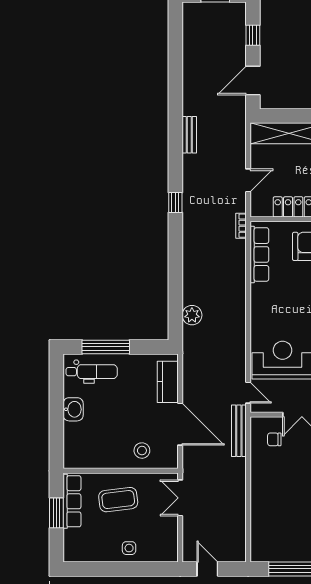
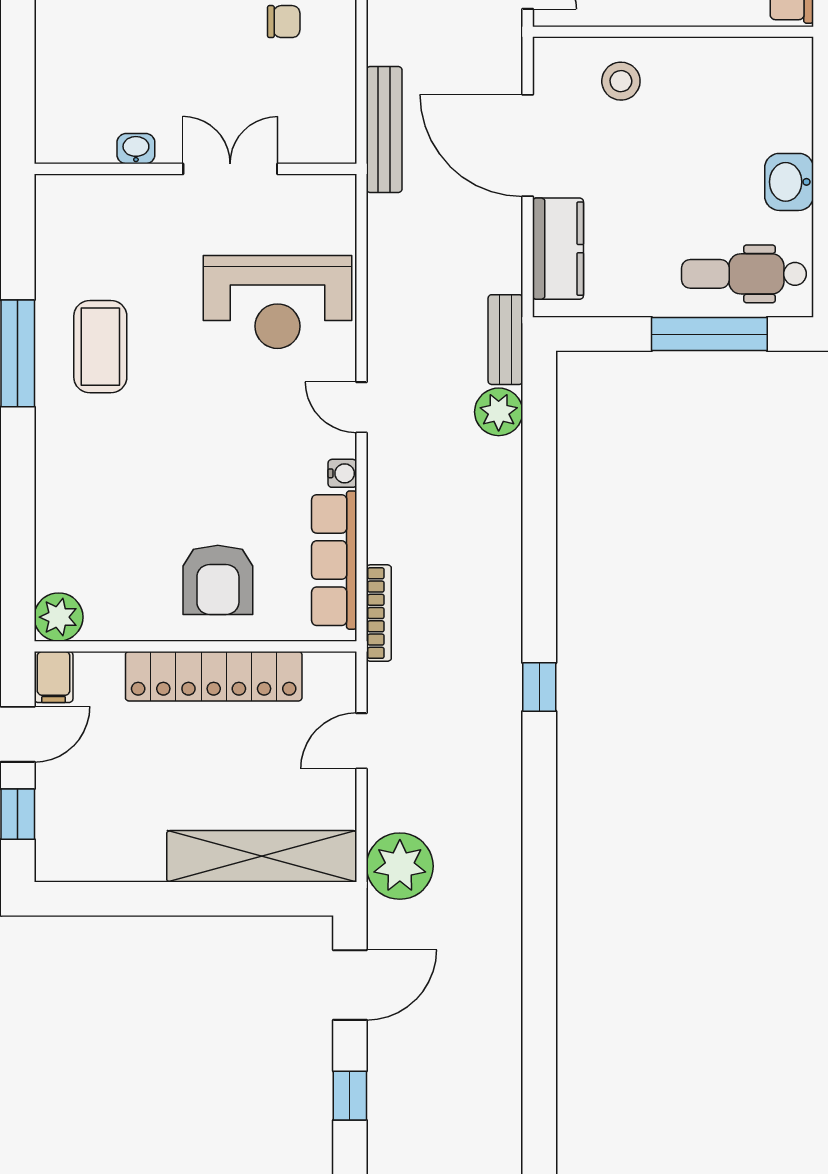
plant: (232, 129) -> (400, 866), added
bench: (189, 135) -> (505, 340), moved
bookcase: (241, 226) -> (379, 613), width x1.56
water cooler: (256, 290) -> (342, 473), added
door: (248, 393) -> (361, 407), moved
chair: (274, 439) -> (284, 22), moved

